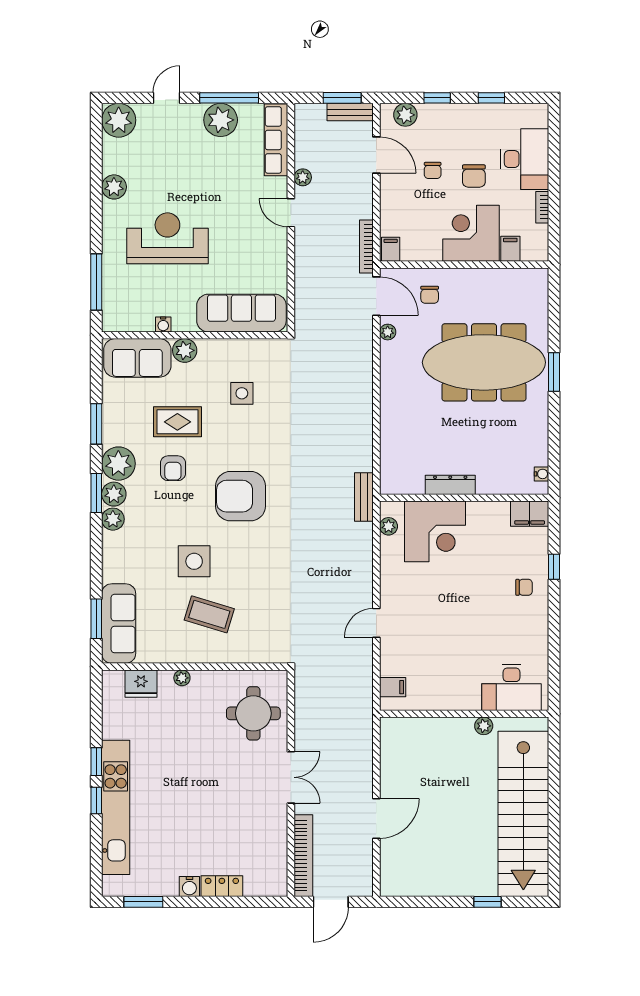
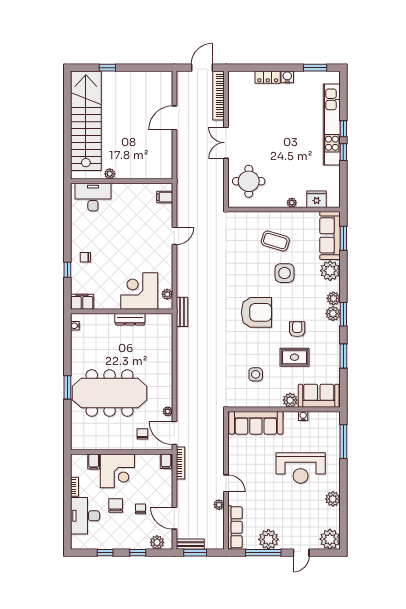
plant: (118, 464) -> (330, 271), moved

